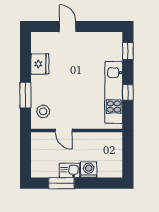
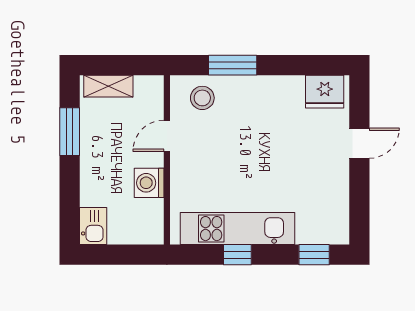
fridge: (40, 64) -> (325, 92), moved
shelving: (37, 162) -> (108, 86), added
kitchen sink: (69, 170) -> (93, 226), moved
washing machine: (89, 170) -> (149, 183), moved, turned 180

